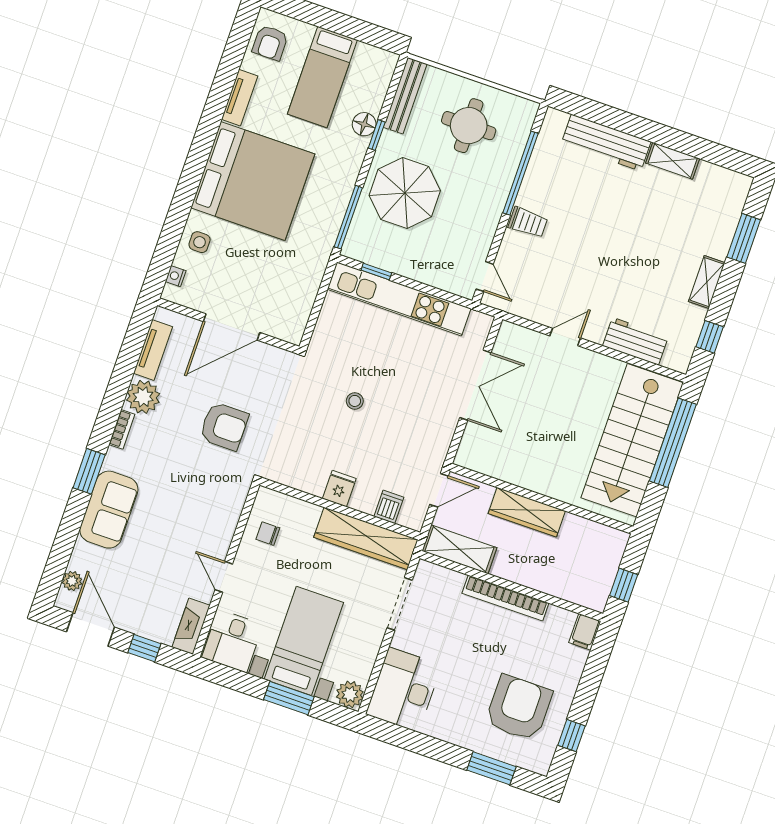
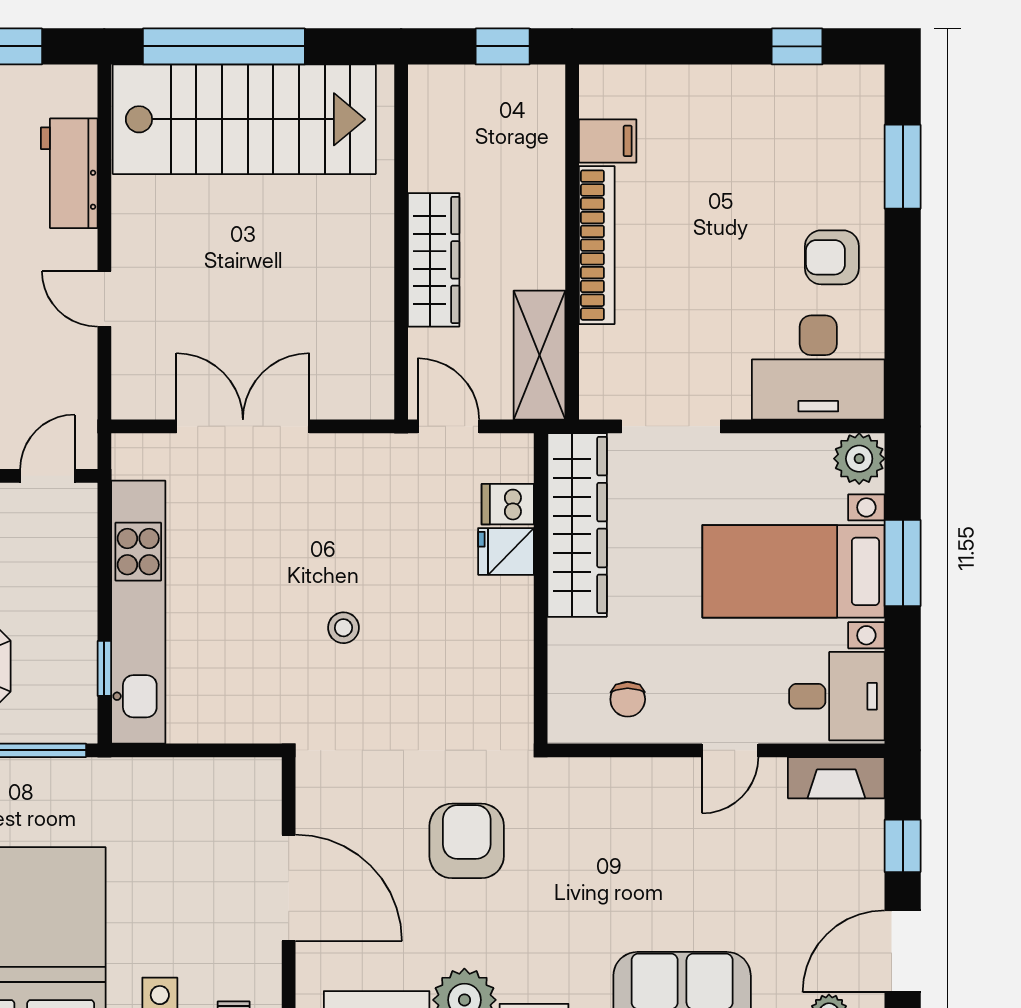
fridge: (339, 489) -> (506, 551), moved
filing cabinet: (585, 632) -> (608, 141), moved
armchair: (519, 708) -> (832, 257), moved, width x0.53, depth x0.53

